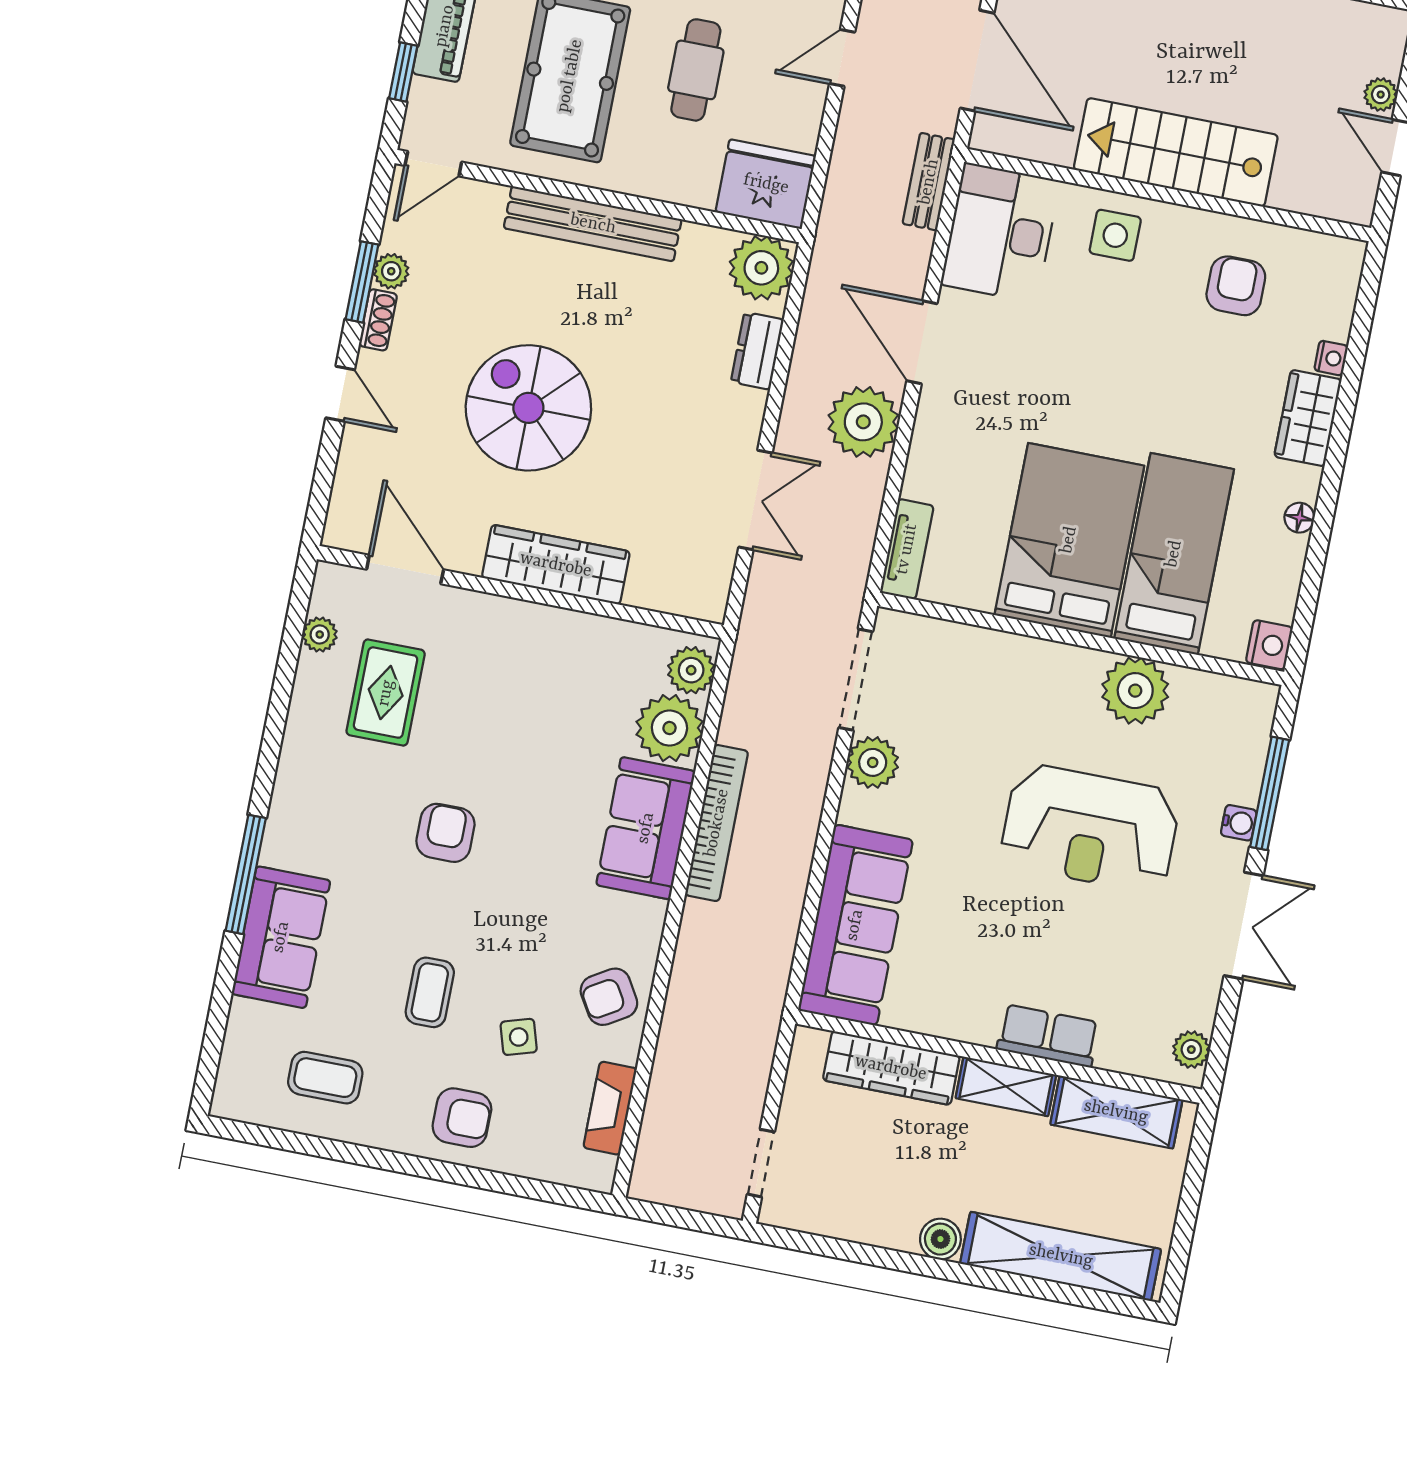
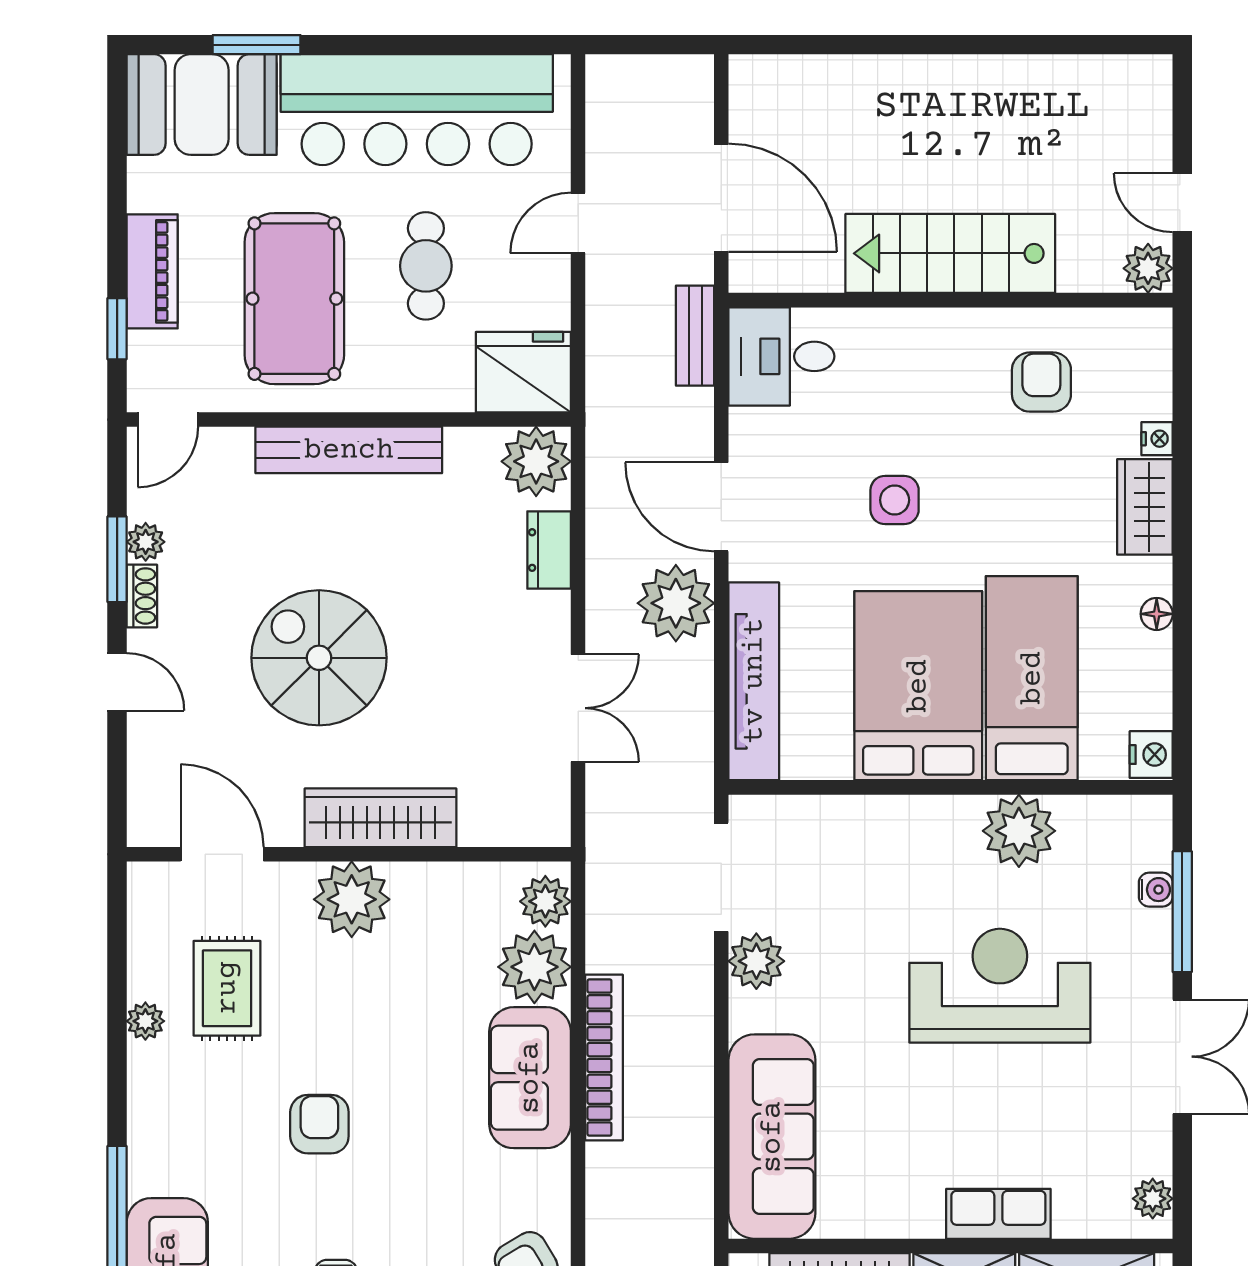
plant: (1381, 95) -> (1148, 268), moved, width x1.38, depth x1.38
desk: (1000, 233) -> (781, 356), width x0.73
side table: (1115, 235) -> (895, 500), moved
tv unit: (907, 549) -> (754, 681), width x1.92, depth x1.29
plant: (320, 634) -> (145, 1021), moved
plant: (515, 634) -> (352, 899), added
water cooler: (1239, 823) -> (1156, 890), moved
reception desk: (1090, 828) -> (1000, 986), turned 180

